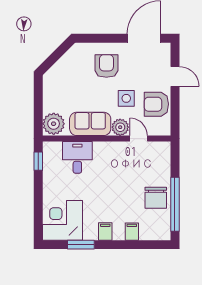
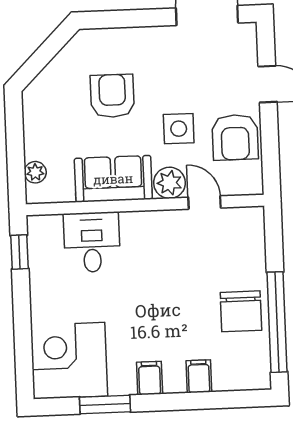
armchair: (106, 66) -> (112, 96), moved
armchair: (156, 104) -> (235, 137), turned -90
plant: (54, 124) -> (35, 172), width x0.53, depth x0.53

